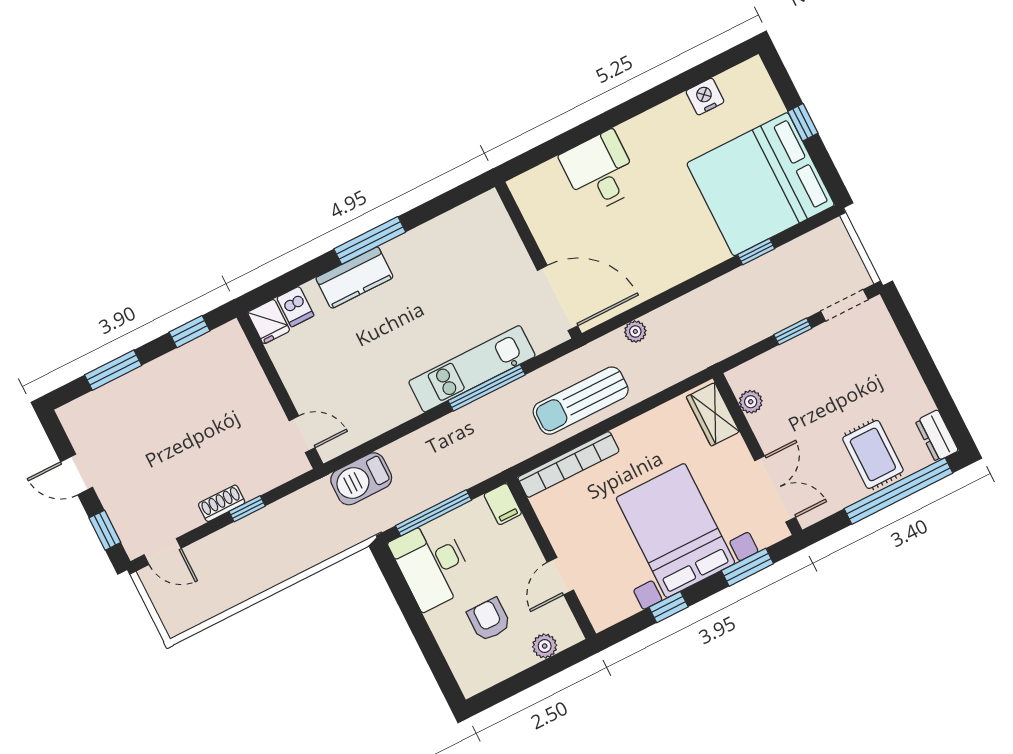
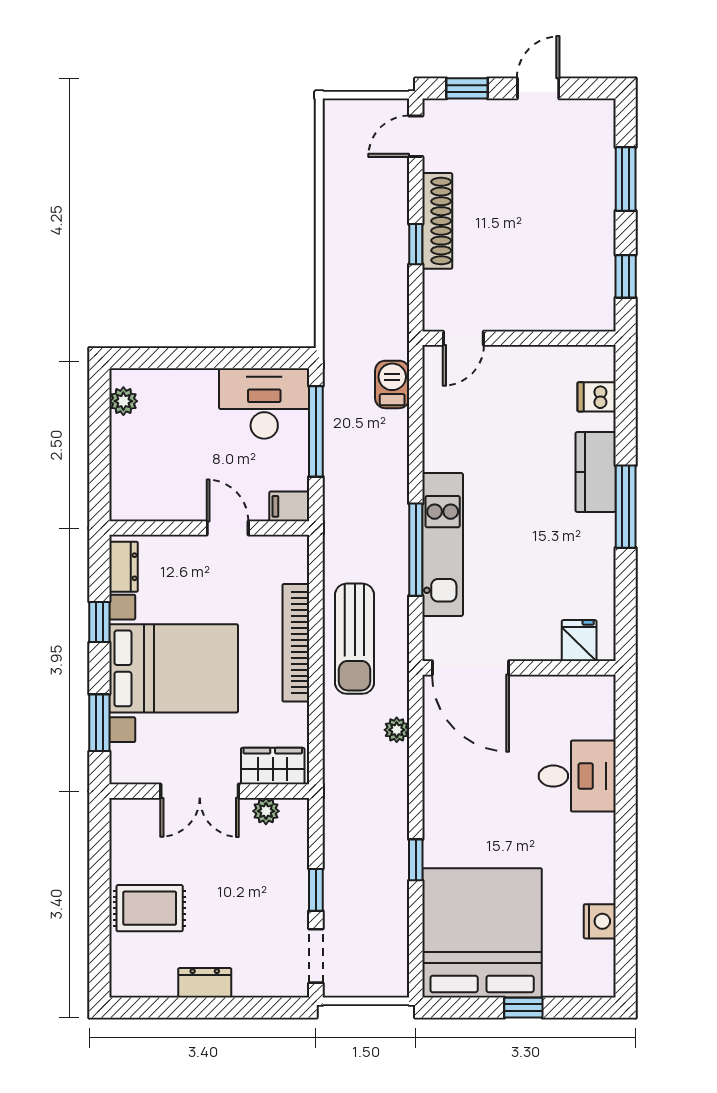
window: (756, 252) -> (416, 860), moved
door: (558, 298) -> (471, 668), hinge flipped
fridge: (269, 322) -> (579, 641), moved, turned 90
sun lounger: (581, 401) -> (355, 639), turned 180
dresser: (937, 436) -> (205, 983), moved
bookcase: (568, 464) -> (296, 643), moved
barbecue: (361, 479) -> (392, 384), width x0.73, depth x0.79
double door: (775, 489) -> (200, 791), moved
window: (898, 491) -> (99, 915), removed
shoe rack: (222, 503) -> (437, 221), width x1.94, depth x1.24
door: (560, 576) -> (228, 528), moved
dresser: (616, 610) -> (124, 567), added
armchair: (489, 620) -> (179, 433), removed
plant: (545, 646) -> (123, 401), moved

